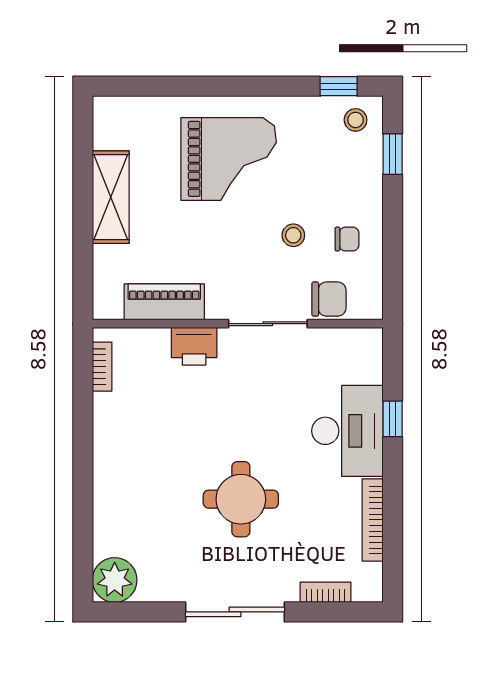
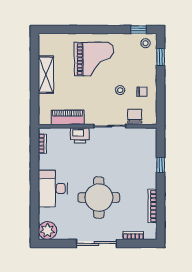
chair: (329, 299) -> (135, 116), turned -90
desk: (347, 431) -> (53, 189), moved, turned 180
round table: (241, 499) -> (99, 198), width x1.36, depth x1.36

